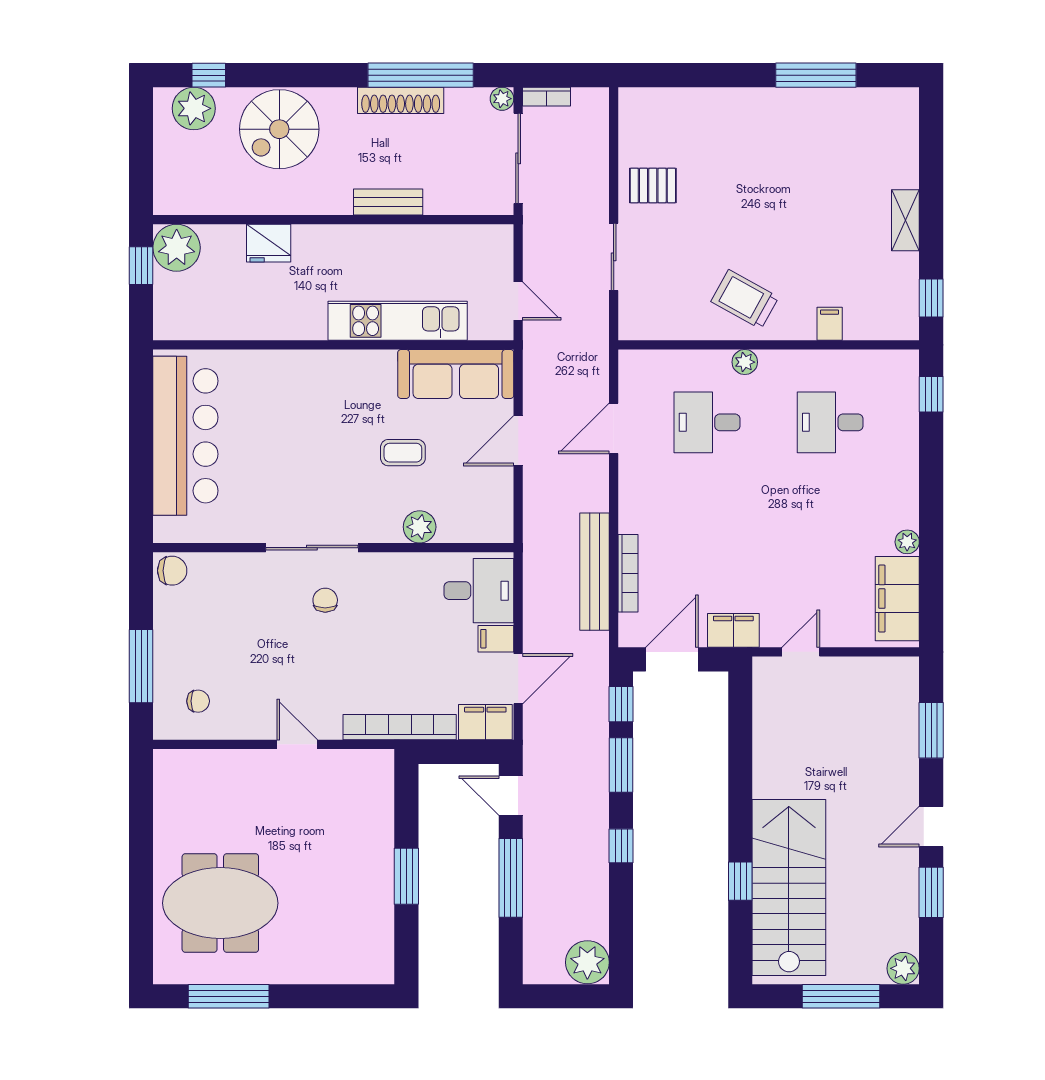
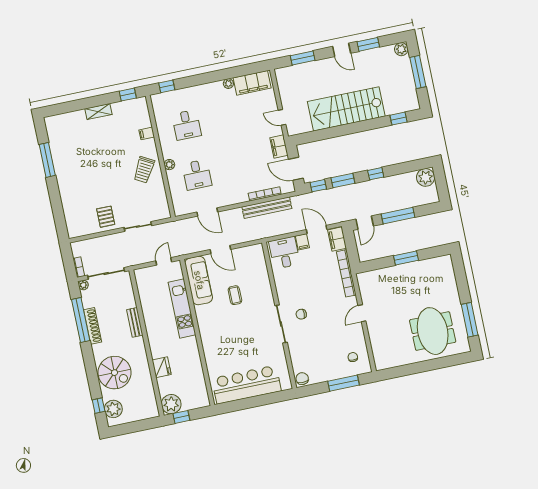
plant: (420, 527) -> (264, 282), removed
window: (740, 881) -> (398, 119), moved
stairs: (789, 888) -> (346, 109), moved

